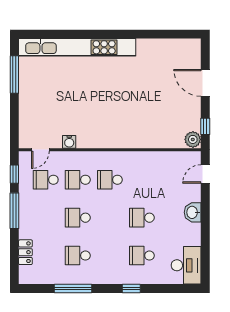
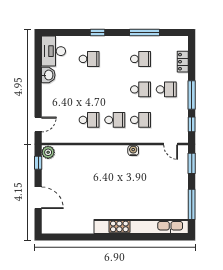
window: (14, 126) -> (192, 163), added
water cooler: (69, 142) -> (133, 150), moved
door: (40, 150) -> (171, 144), swing flipped
school desk: (46, 180) -> (166, 89), moved
washbasin: (193, 212) -> (48, 75), moved
school desk: (142, 218) -> (89, 120), moved

